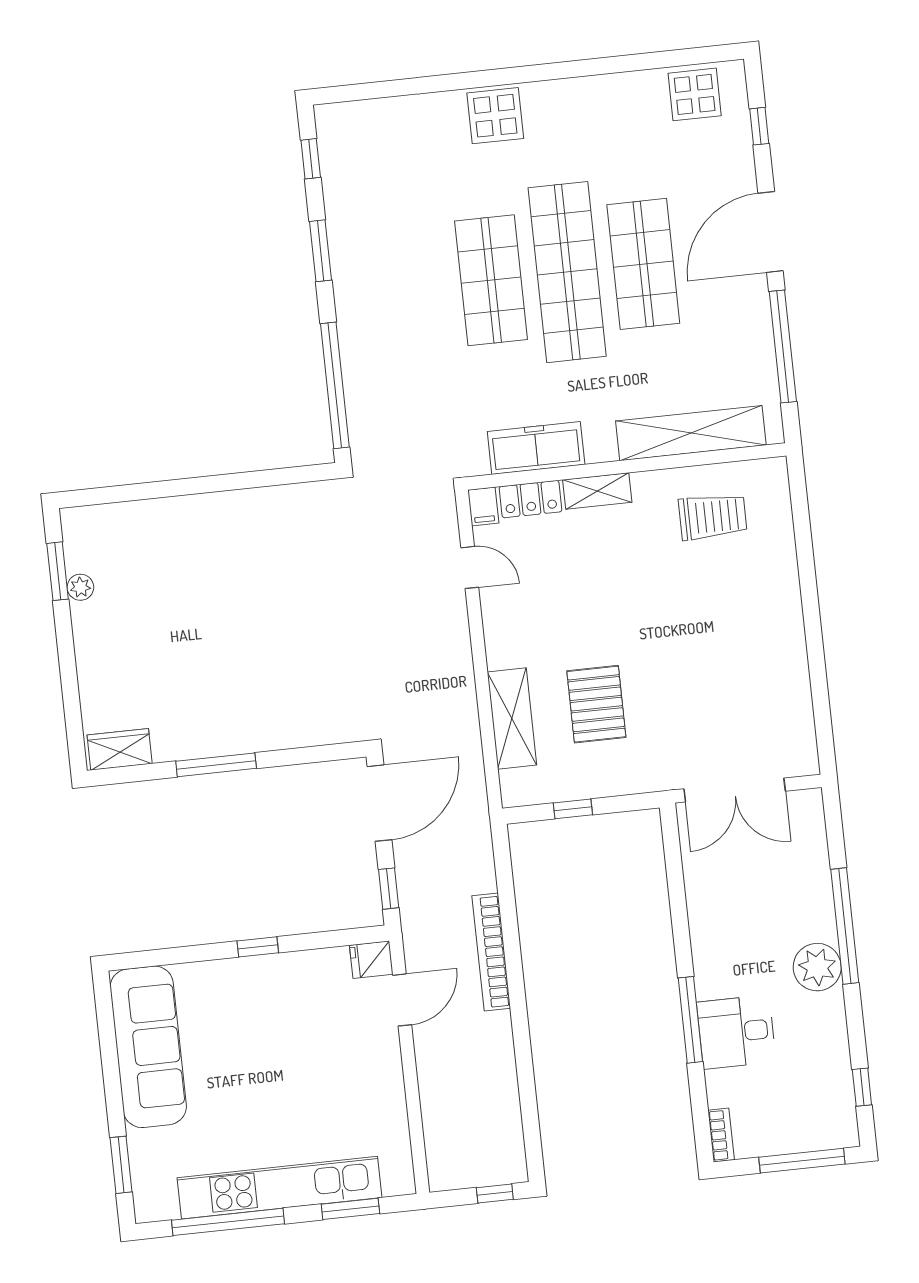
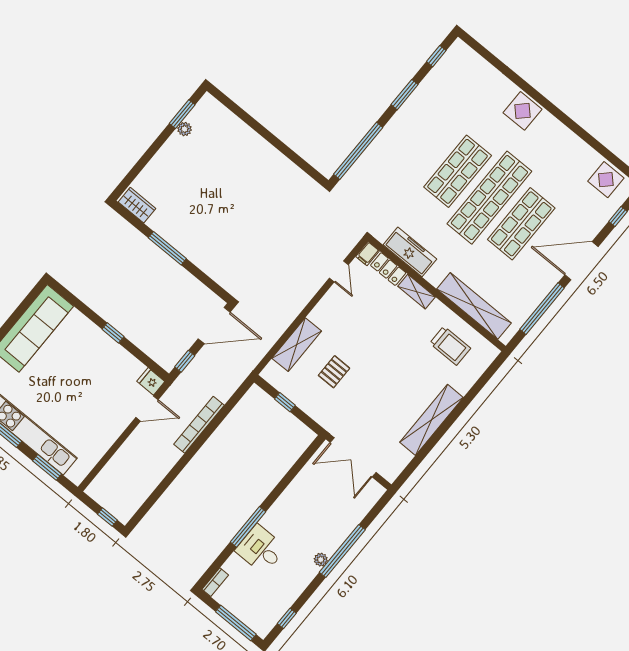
shelving: (787, 637) -> (432, 420), added
pallet: (596, 704) -> (334, 372), width x0.67, depth x0.71
plant: (817, 967) -> (321, 560), width x0.53, depth x0.53

